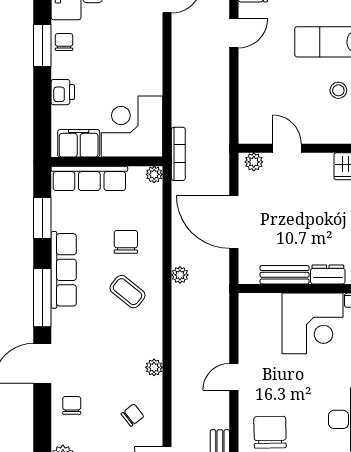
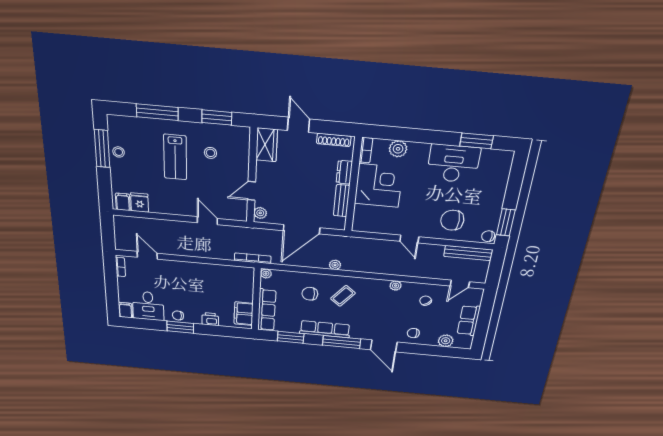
door: (234, 33) -> (207, 221), moved
corner desk: (132, 127) -> (233, 283), removed

